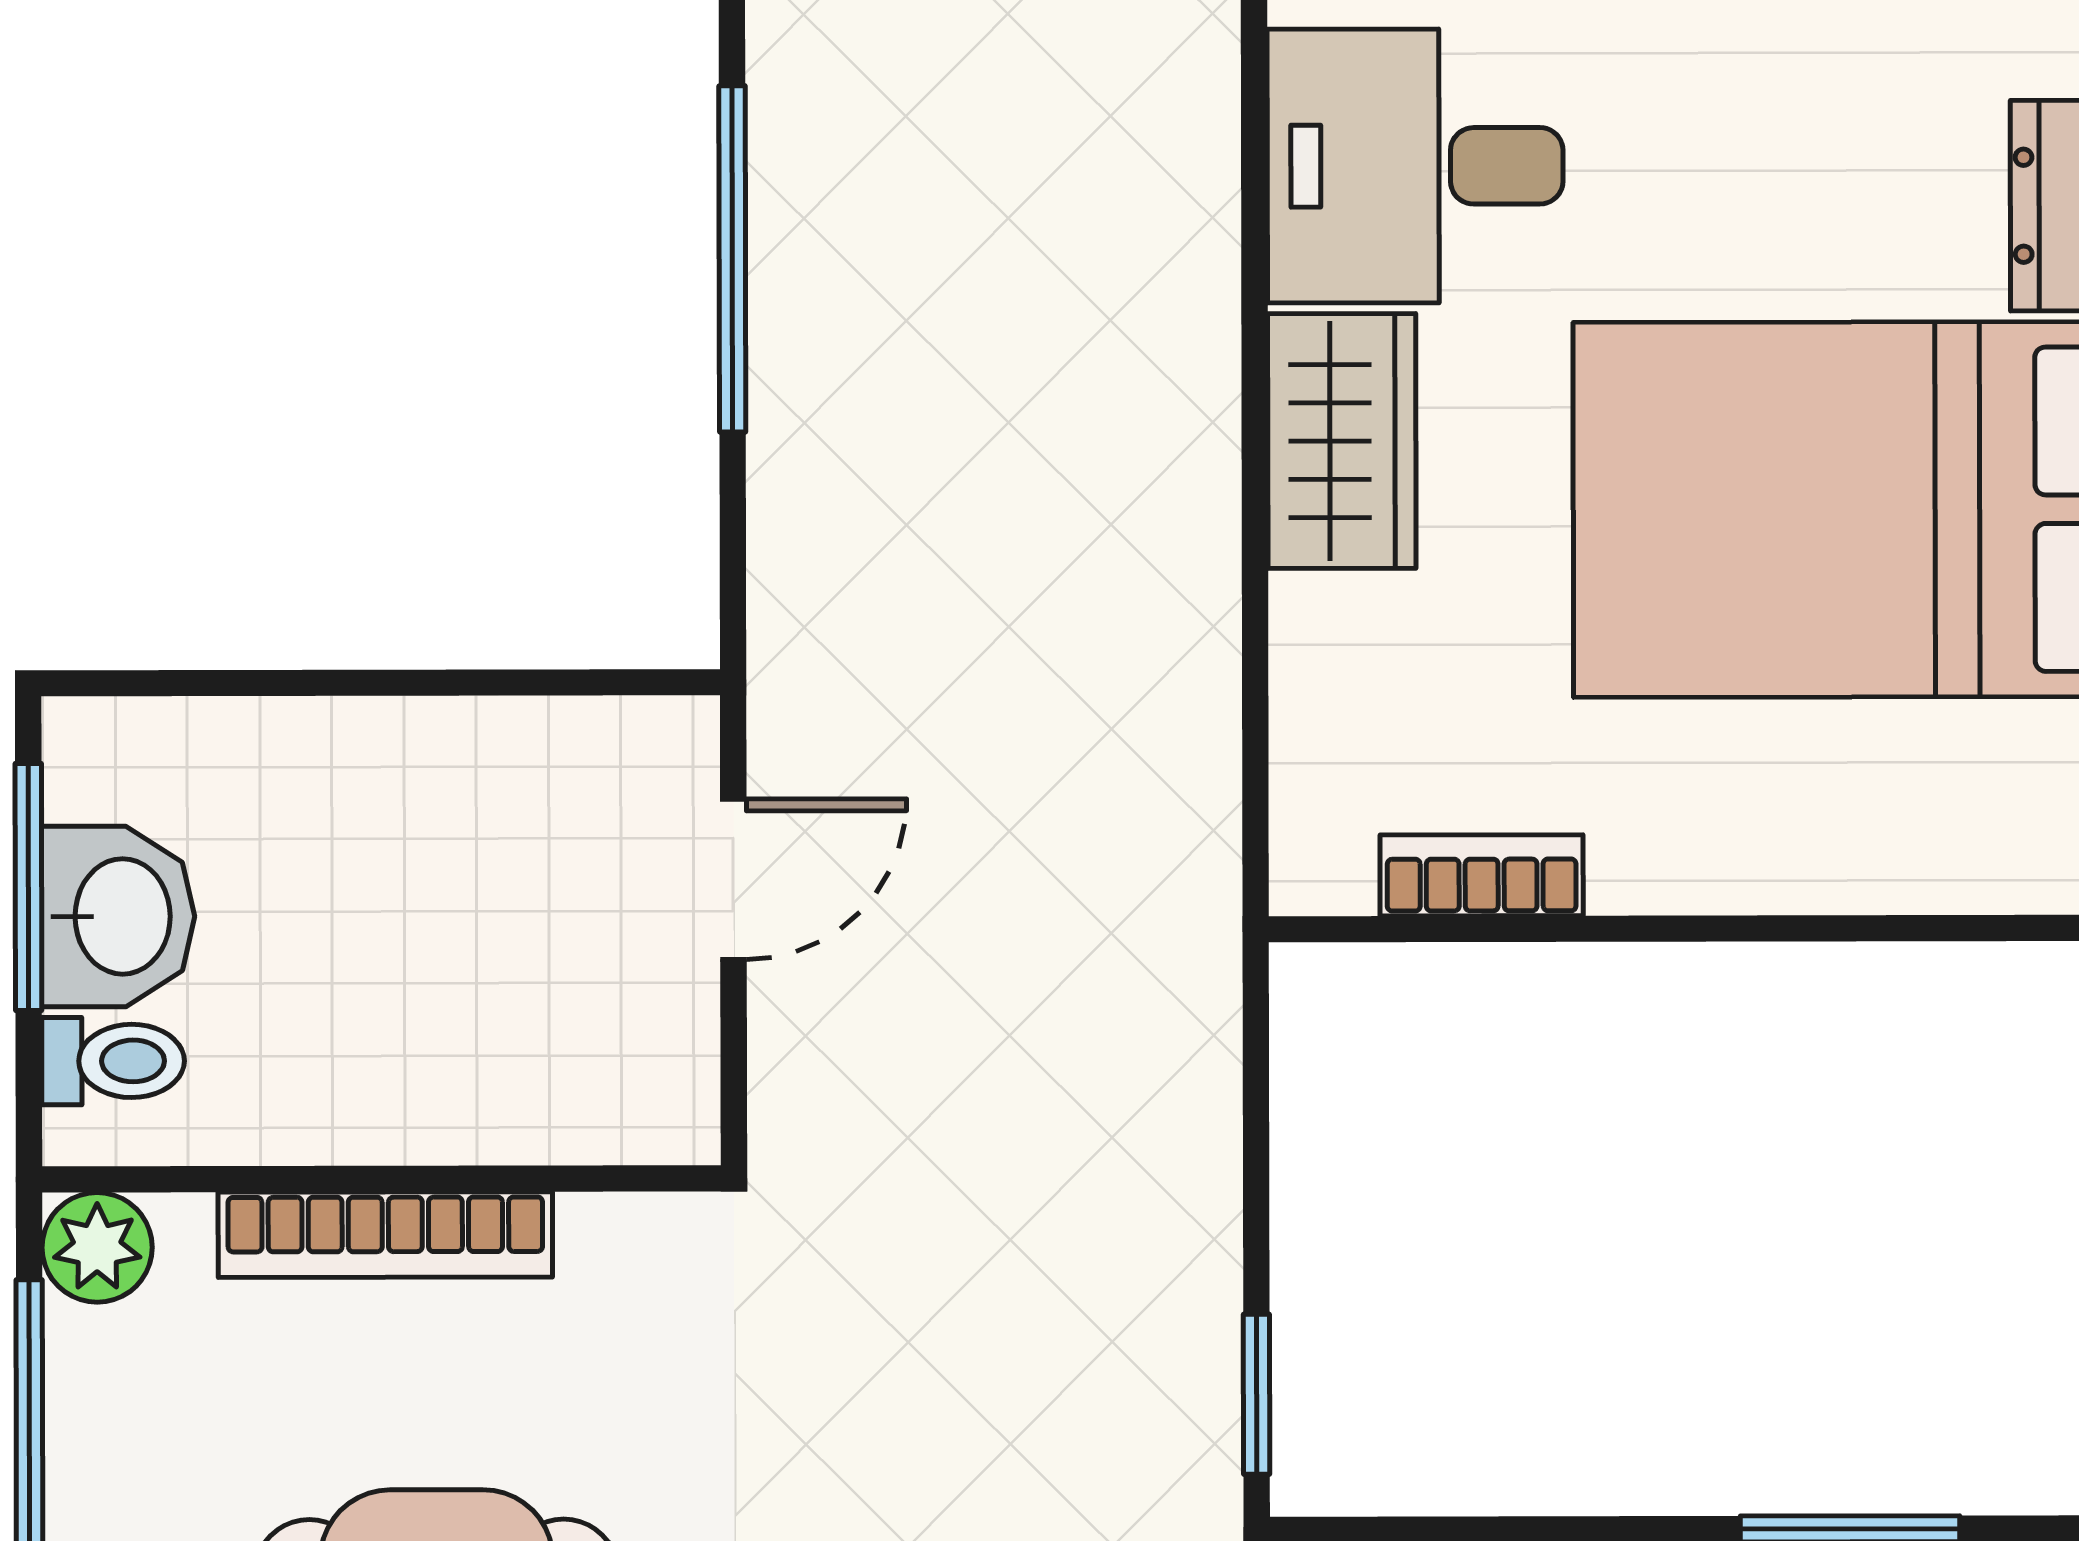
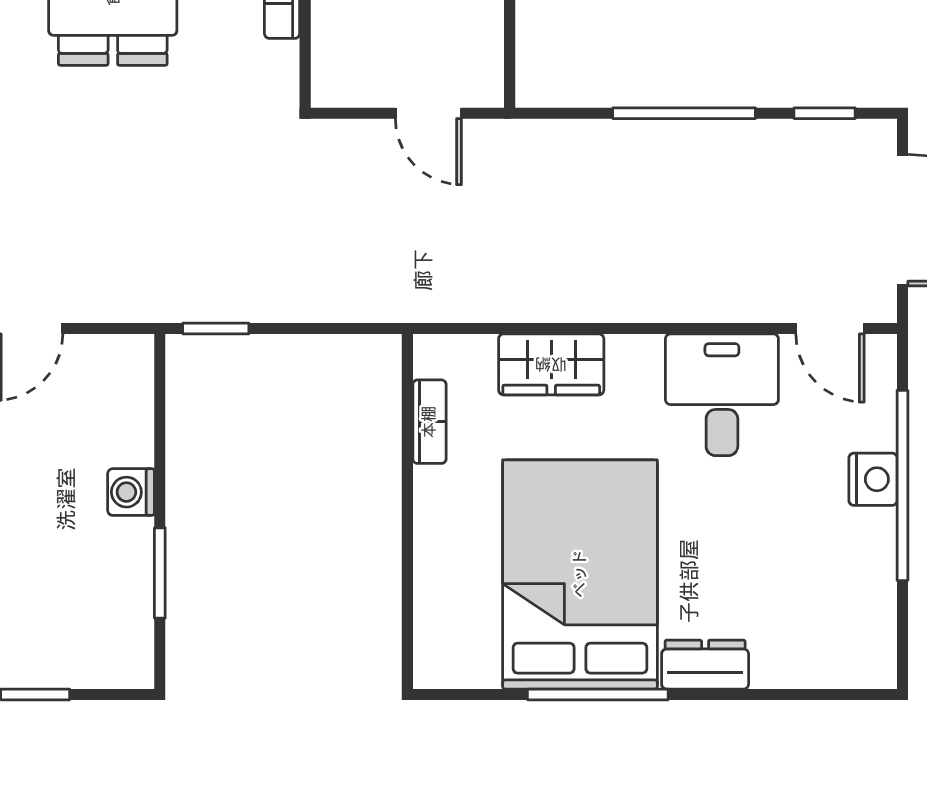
wardrobe: (1342, 441) -> (551, 364), moved

